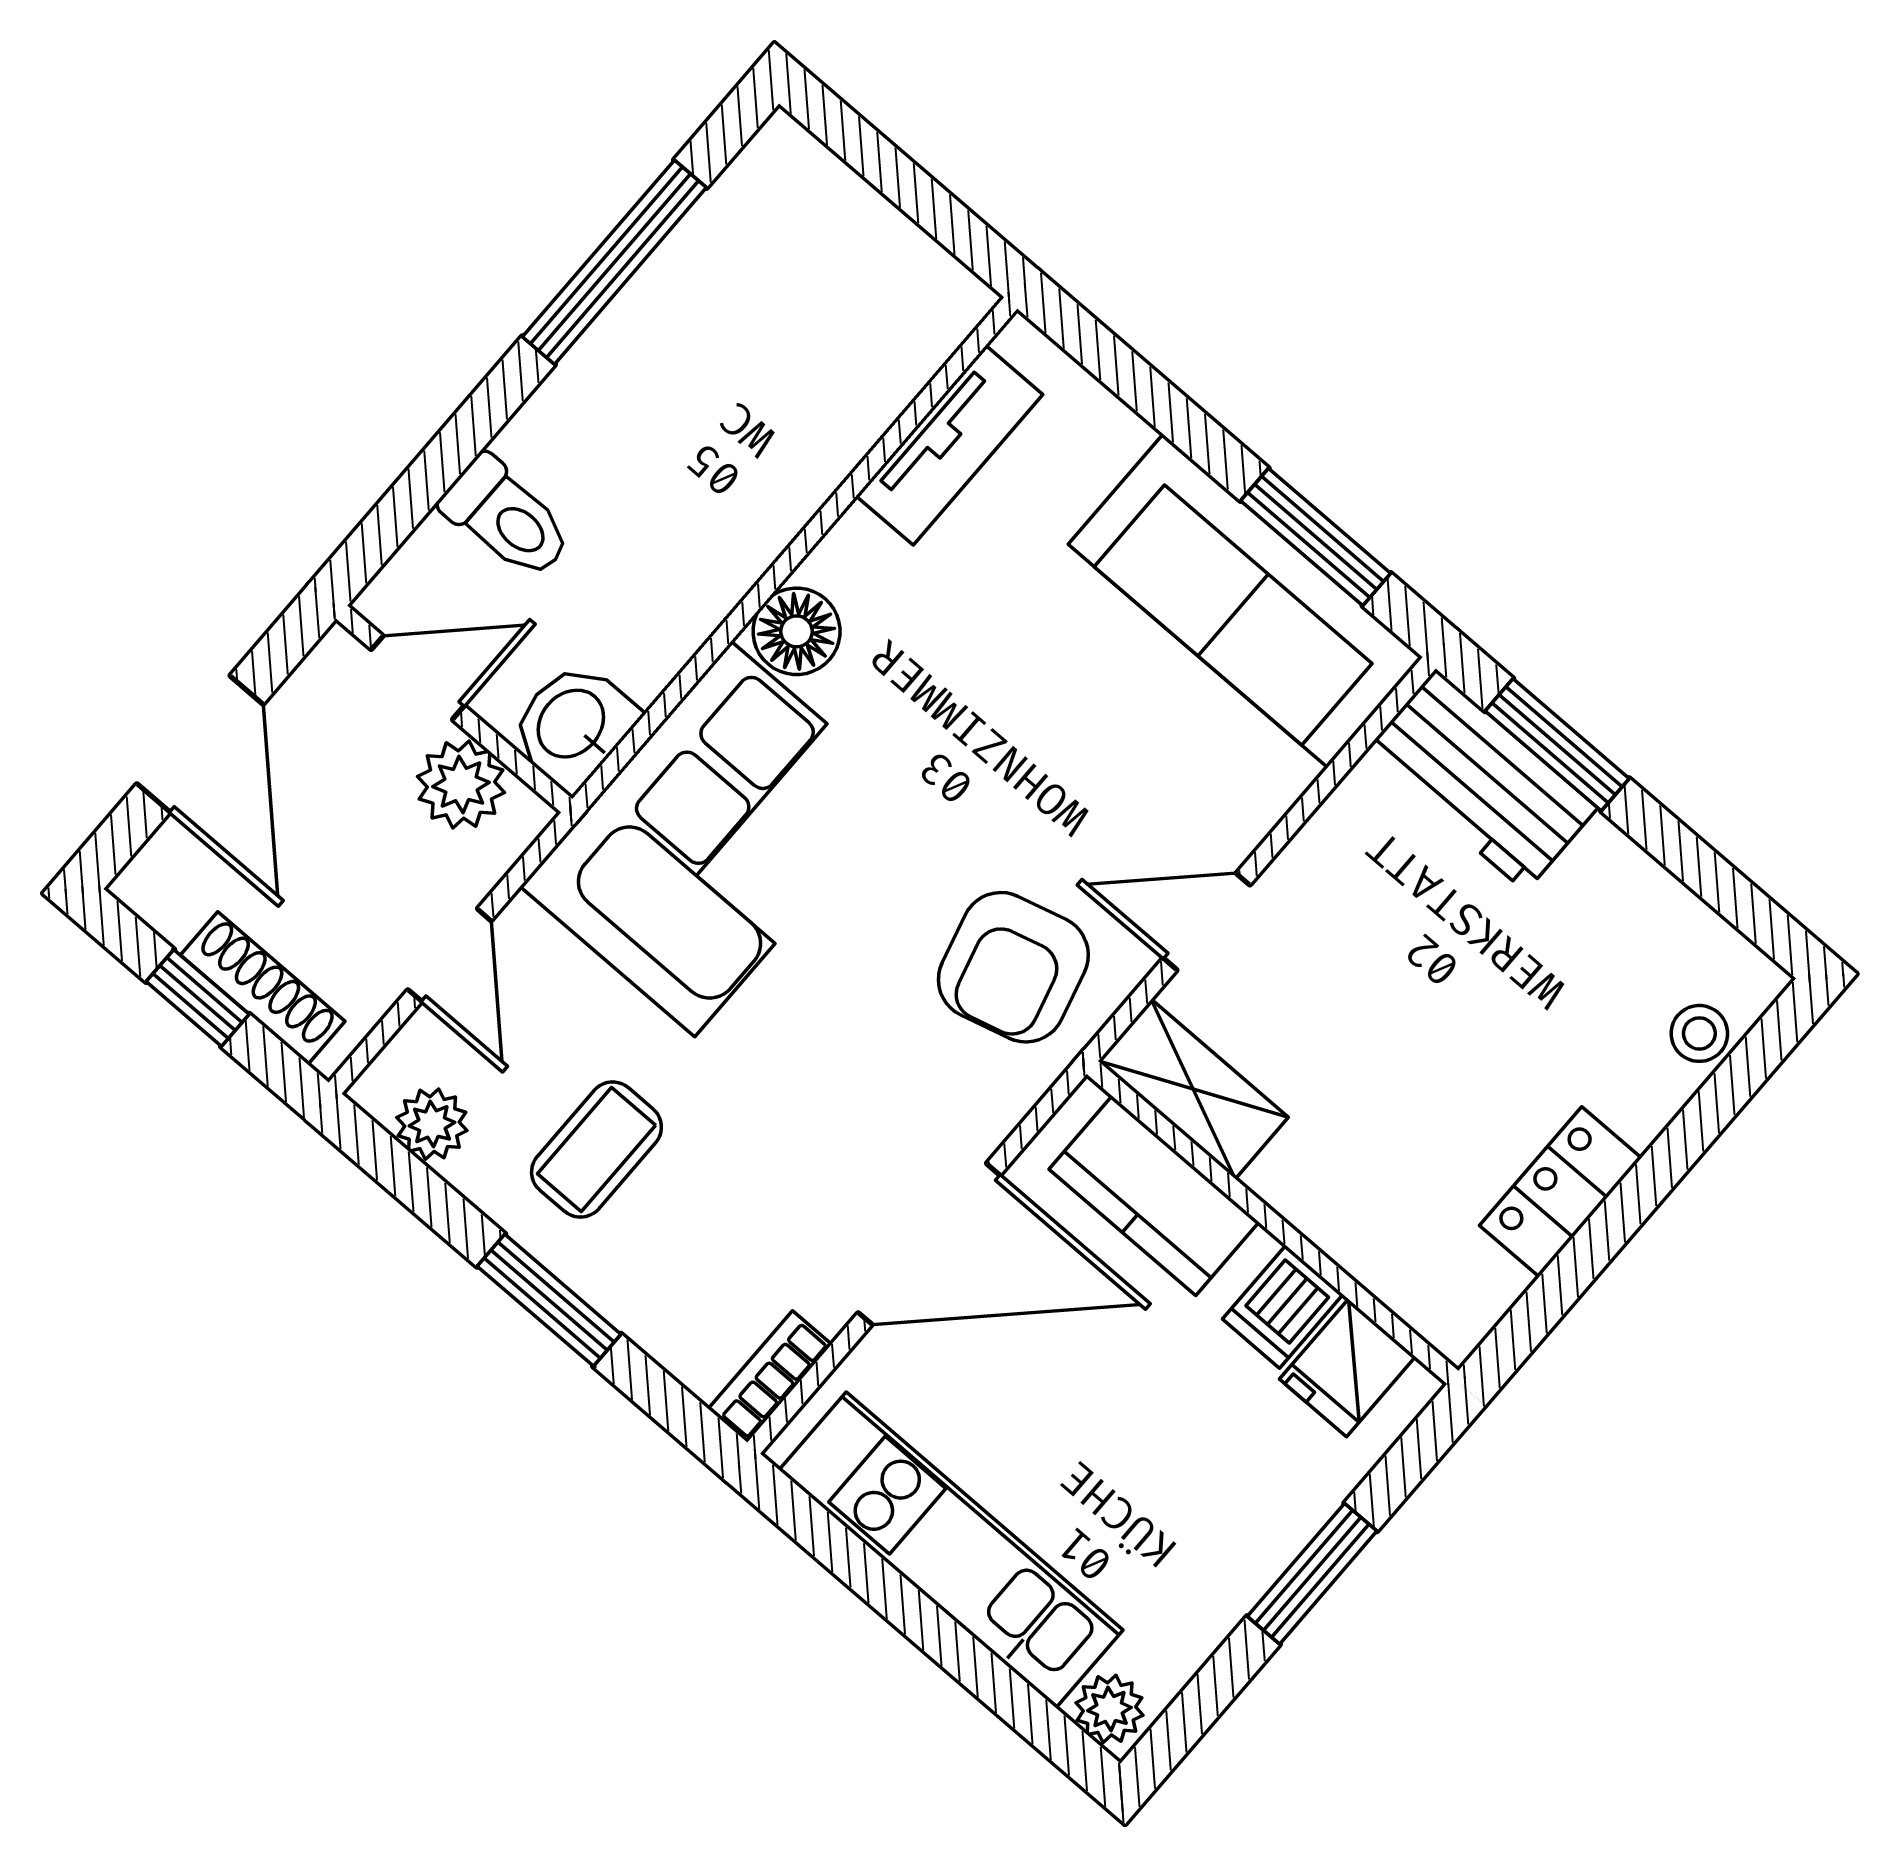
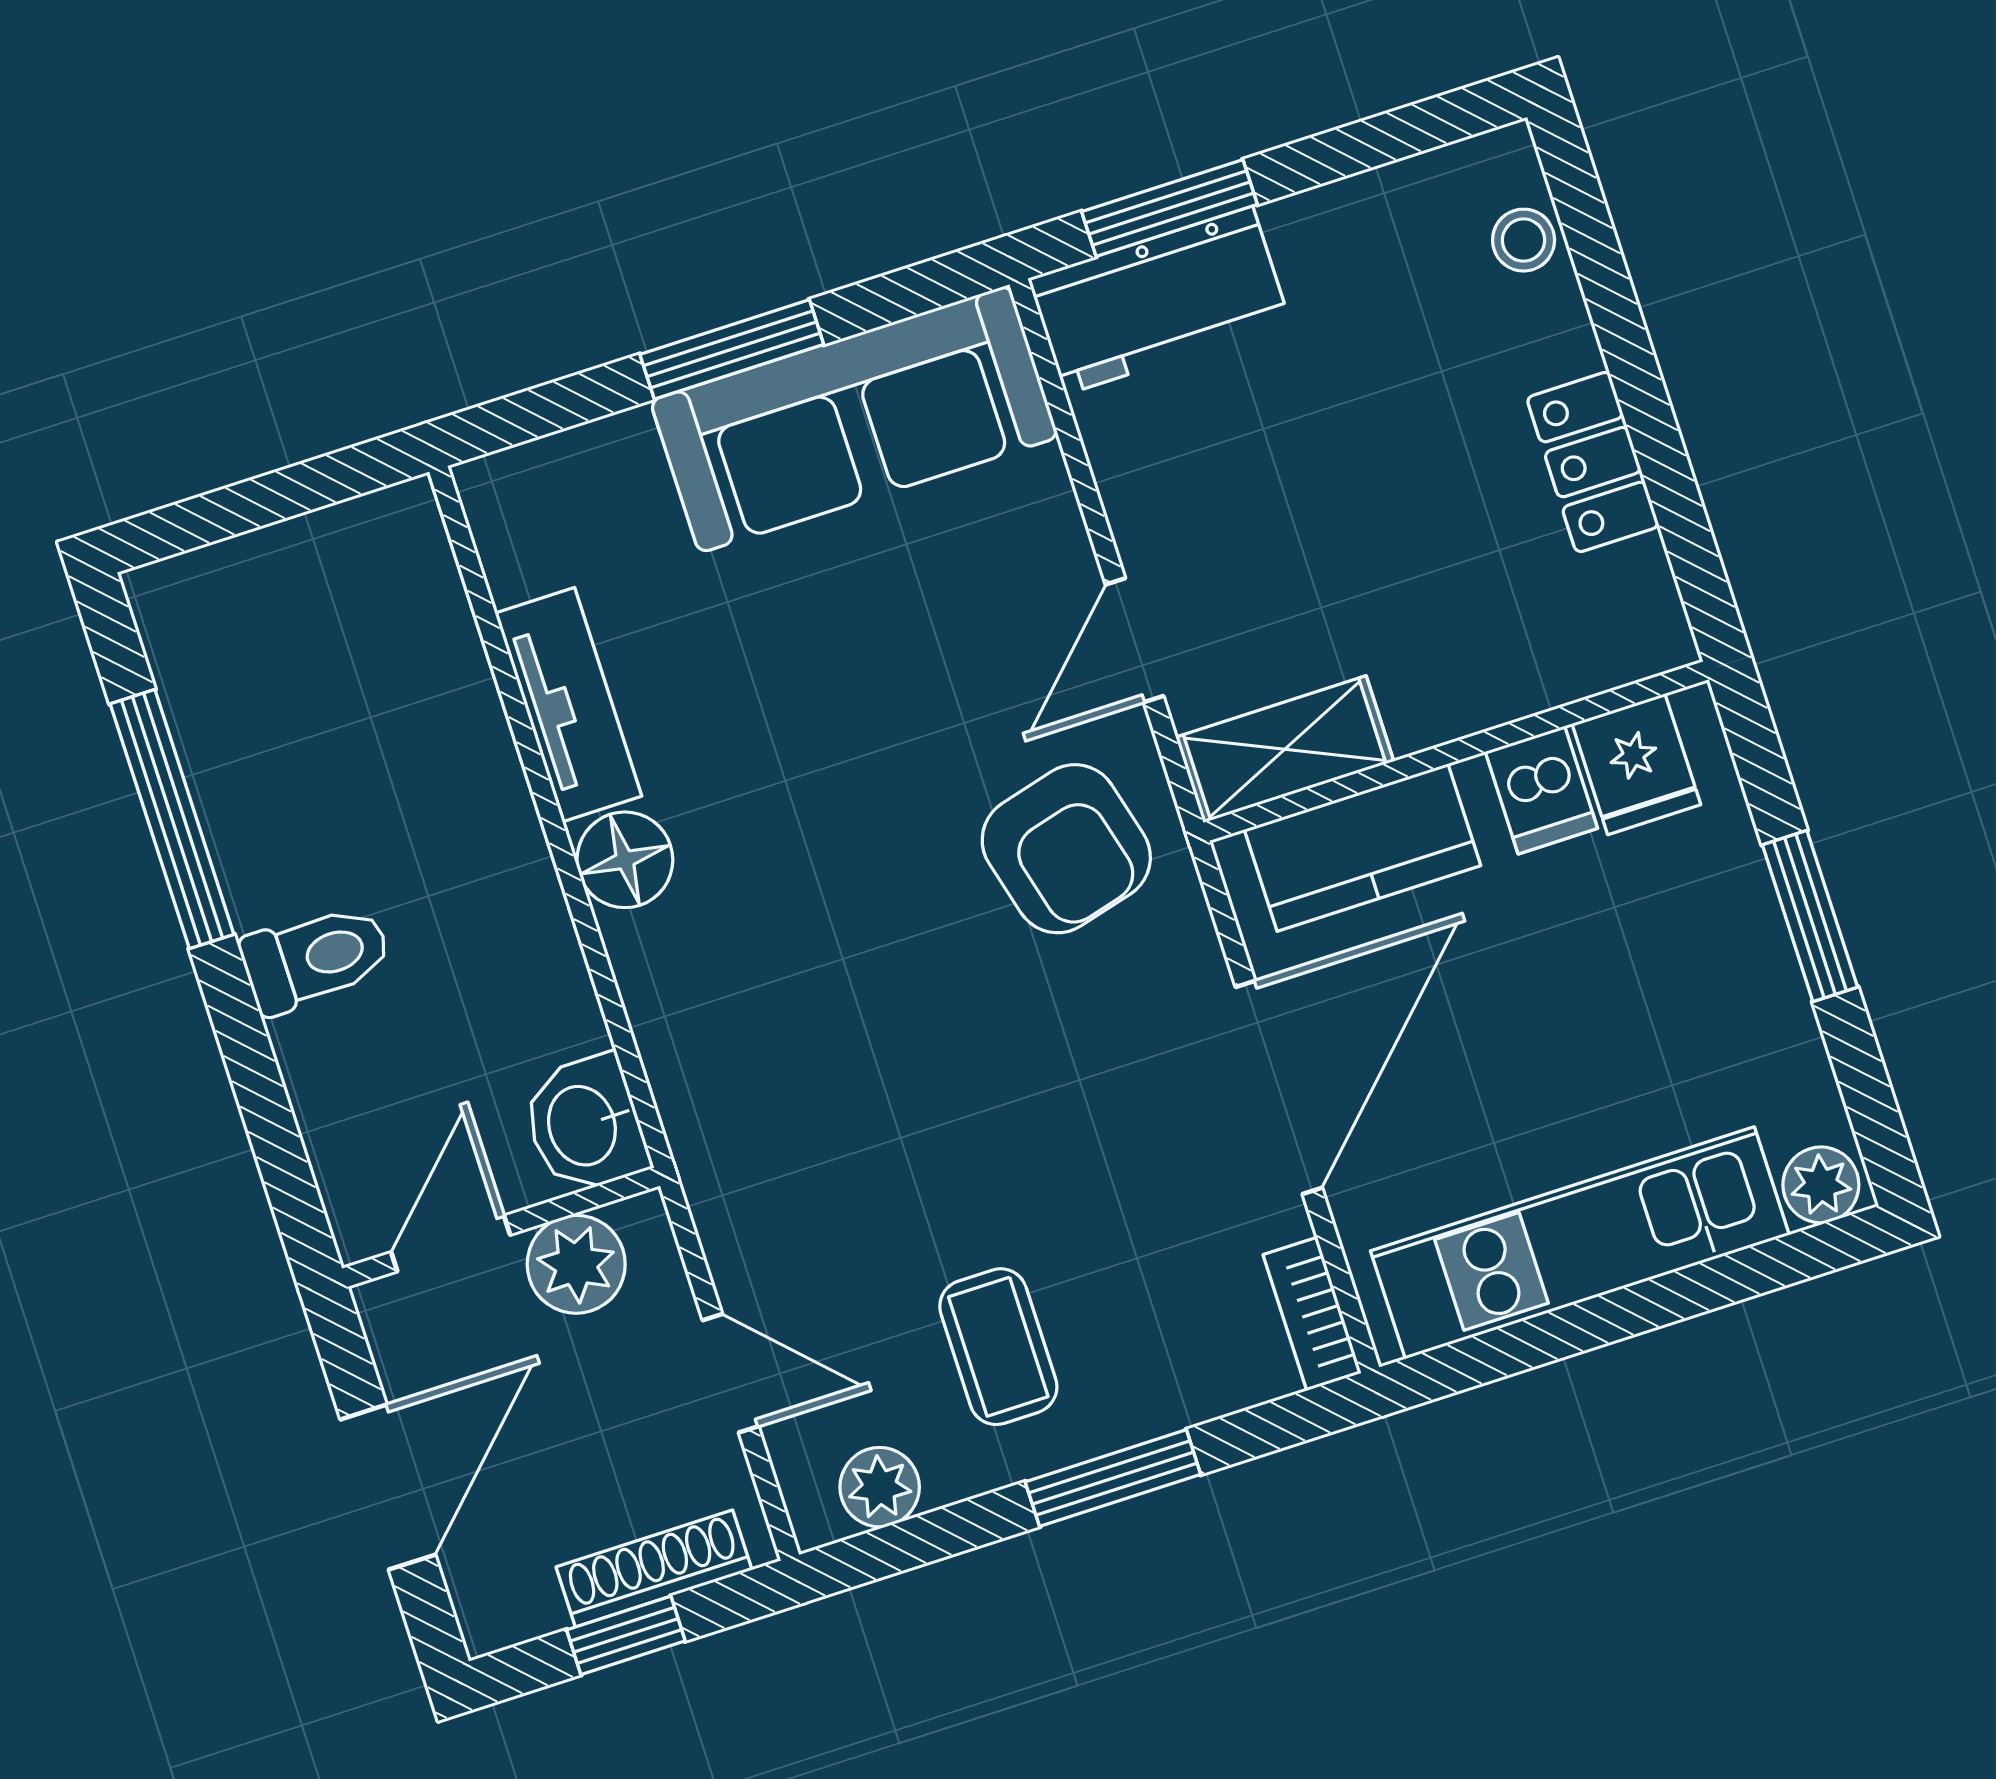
tv unit: (949, 445) -> (568, 705), moved
toilet: (507, 518) -> (316, 958), moved
window: (1316, 537) -> (732, 349), moved
door: (200, 744) -> (388, 1487), hinge flipped
corner sofa: (713, 839) -> (773, 1058), removed

